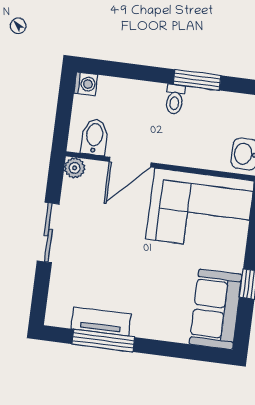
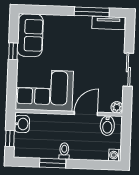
tv unit: (101, 322) -> (108, 23), moved

